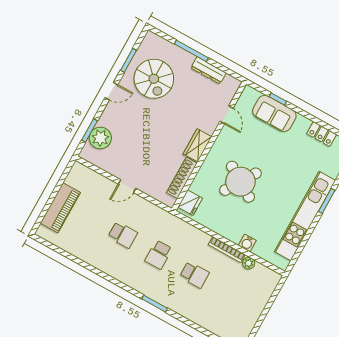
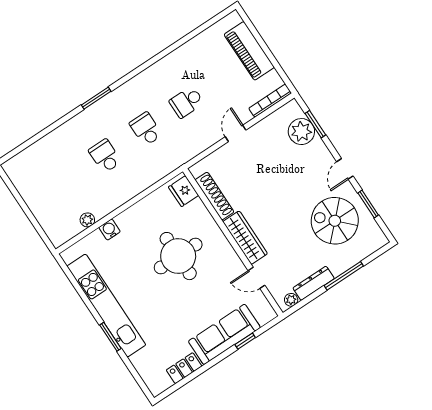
plant: (230, 81) -> (291, 300), added
sofa: (274, 113) -> (224, 334), width x1.36
wardrobe: (198, 145) -> (245, 238), width x1.50
round table: (240, 182) -> (178, 256), turned -32
bookcase: (227, 250) -> (270, 101), moved
school desk: (194, 275) -> (105, 156), turned 90

